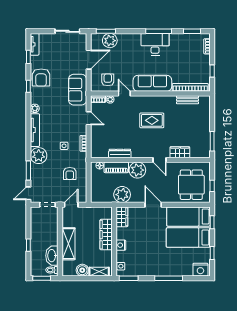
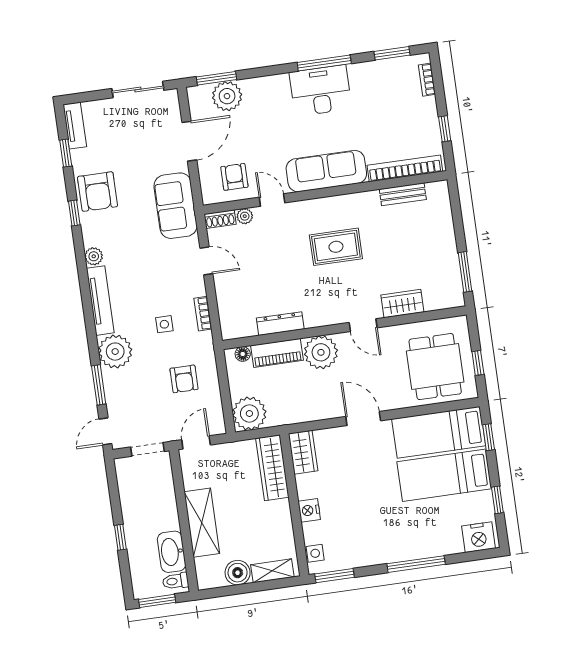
plant: (122, 195) -> (249, 414), moved
wardrobe: (106, 235) -> (272, 468), moved

